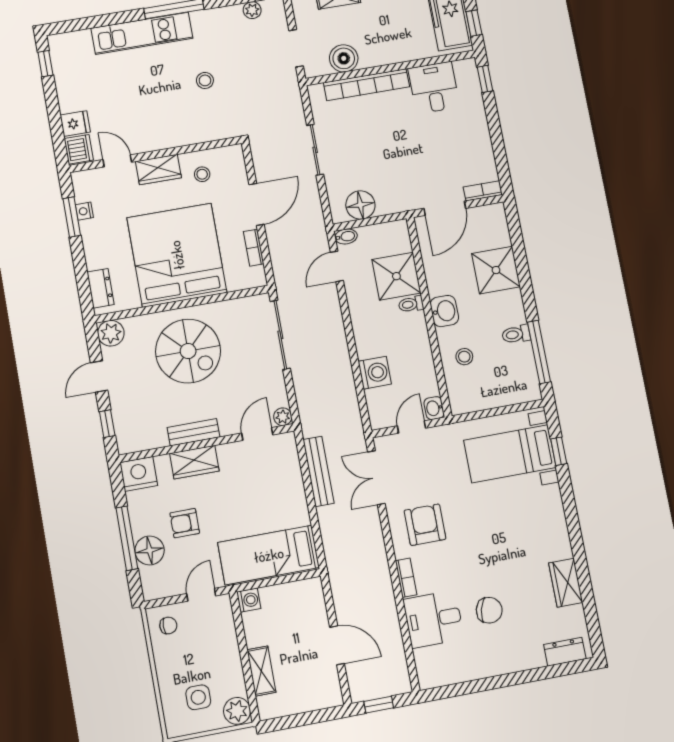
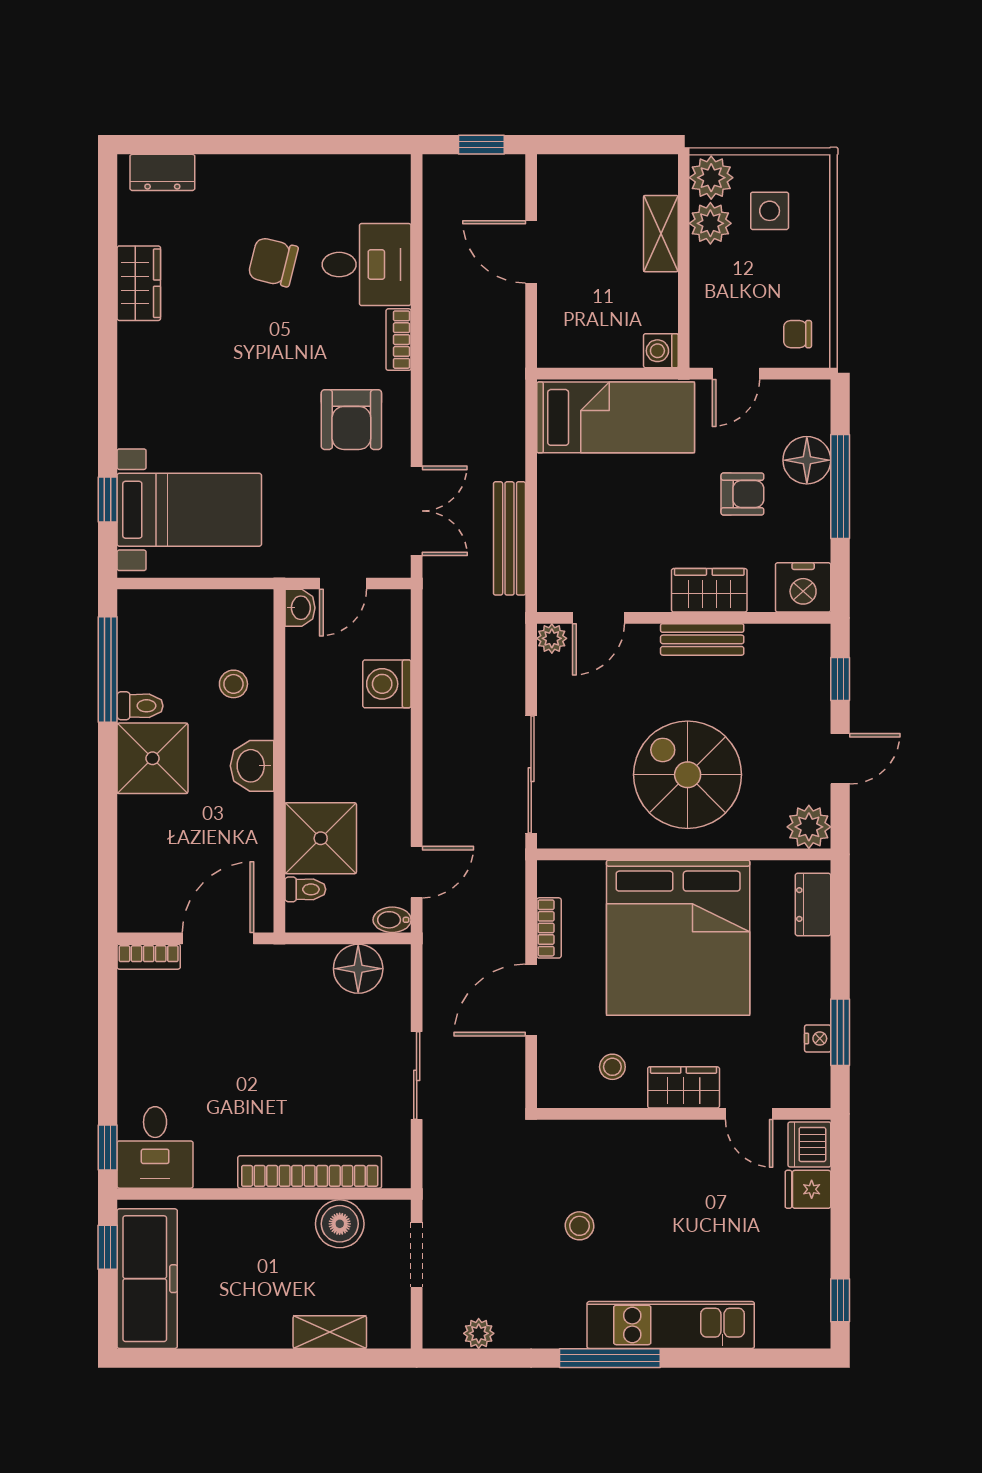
desk: (434, 88) -> (155, 1147), moved
shower: (496, 270) -> (153, 758), moved
toilet: (411, 304) -> (305, 889), moved
plant: (233, 683) -> (710, 223), added

